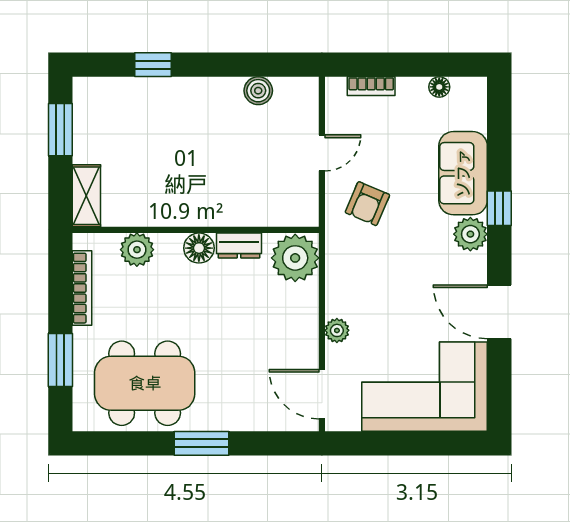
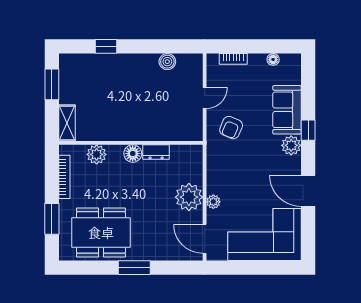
plant: (295, 258) -> (189, 197), moved

